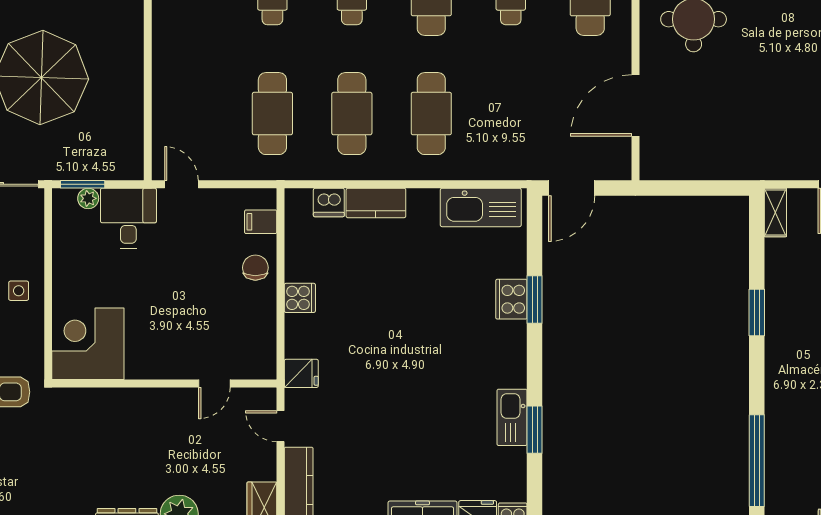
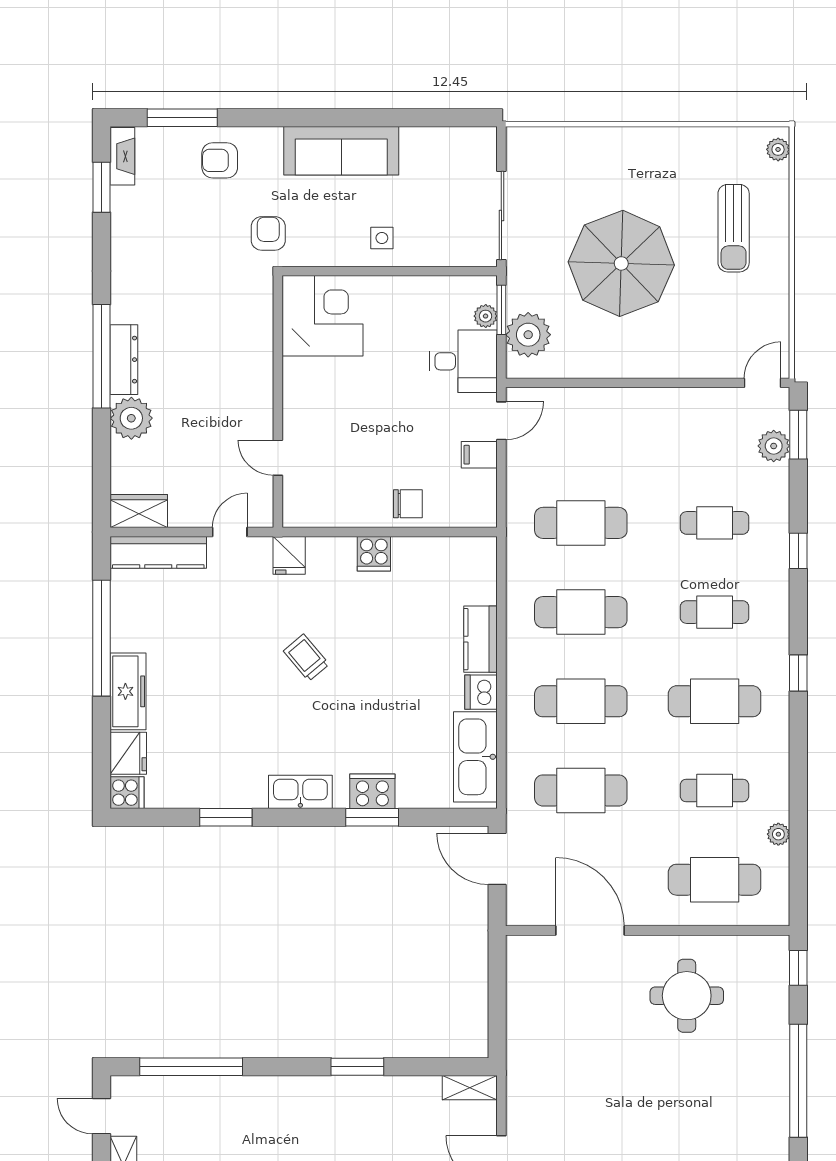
cafe table: (511, 114) -> (581, 790), added
plant: (105, 160) -> (528, 335), added
dishwasher: (329, 202) -> (481, 692), moved
filing cabinet: (261, 222) -> (479, 455), moved, turned -90
trolley: (392, 358) -> (306, 658), added
kitchen sink: (512, 417) -> (300, 792), moved

